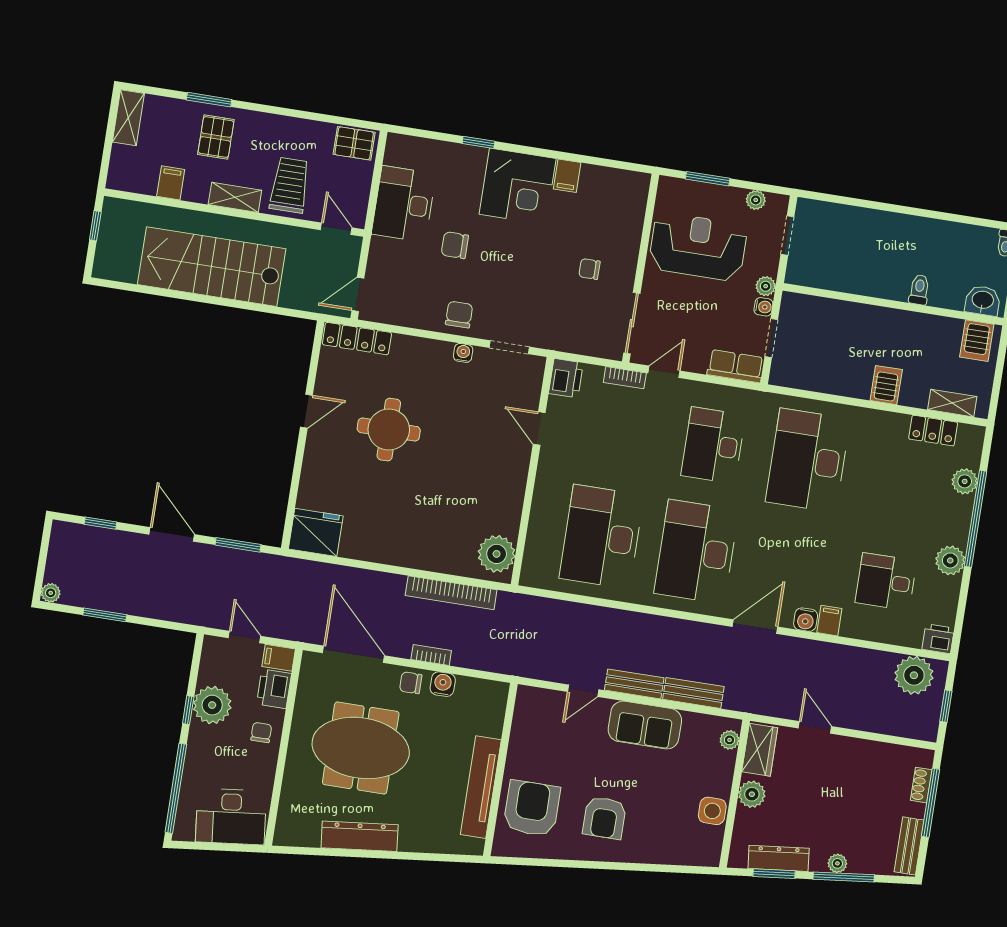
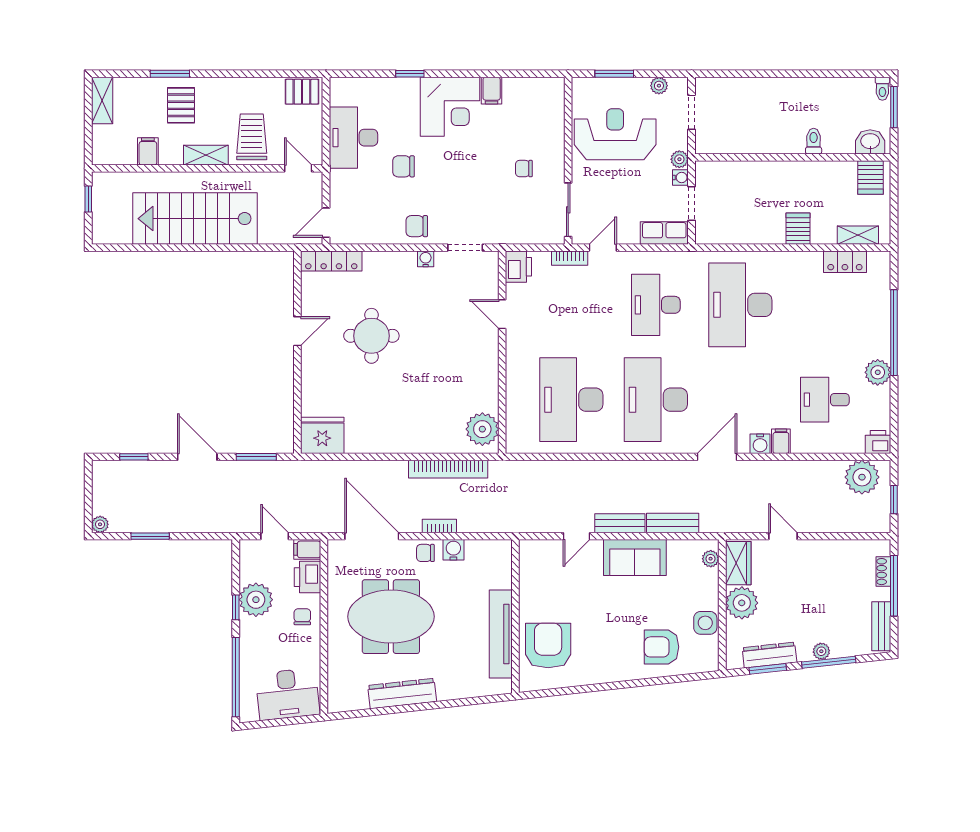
chair: (459, 315) -> (417, 226), turned -90
plant: (965, 481) -> (879, 302), removed
plant: (752, 794) -> (742, 603), width x1.36, depth x1.36
armchair: (604, 818) -> (661, 647), moved, turned 90

